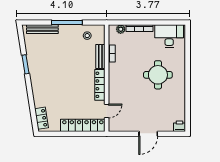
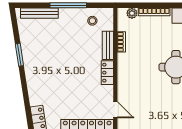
locker: (100, 85) -> (107, 73), width x0.66
door: (107, 111) -> (115, 110), hinge flipped

